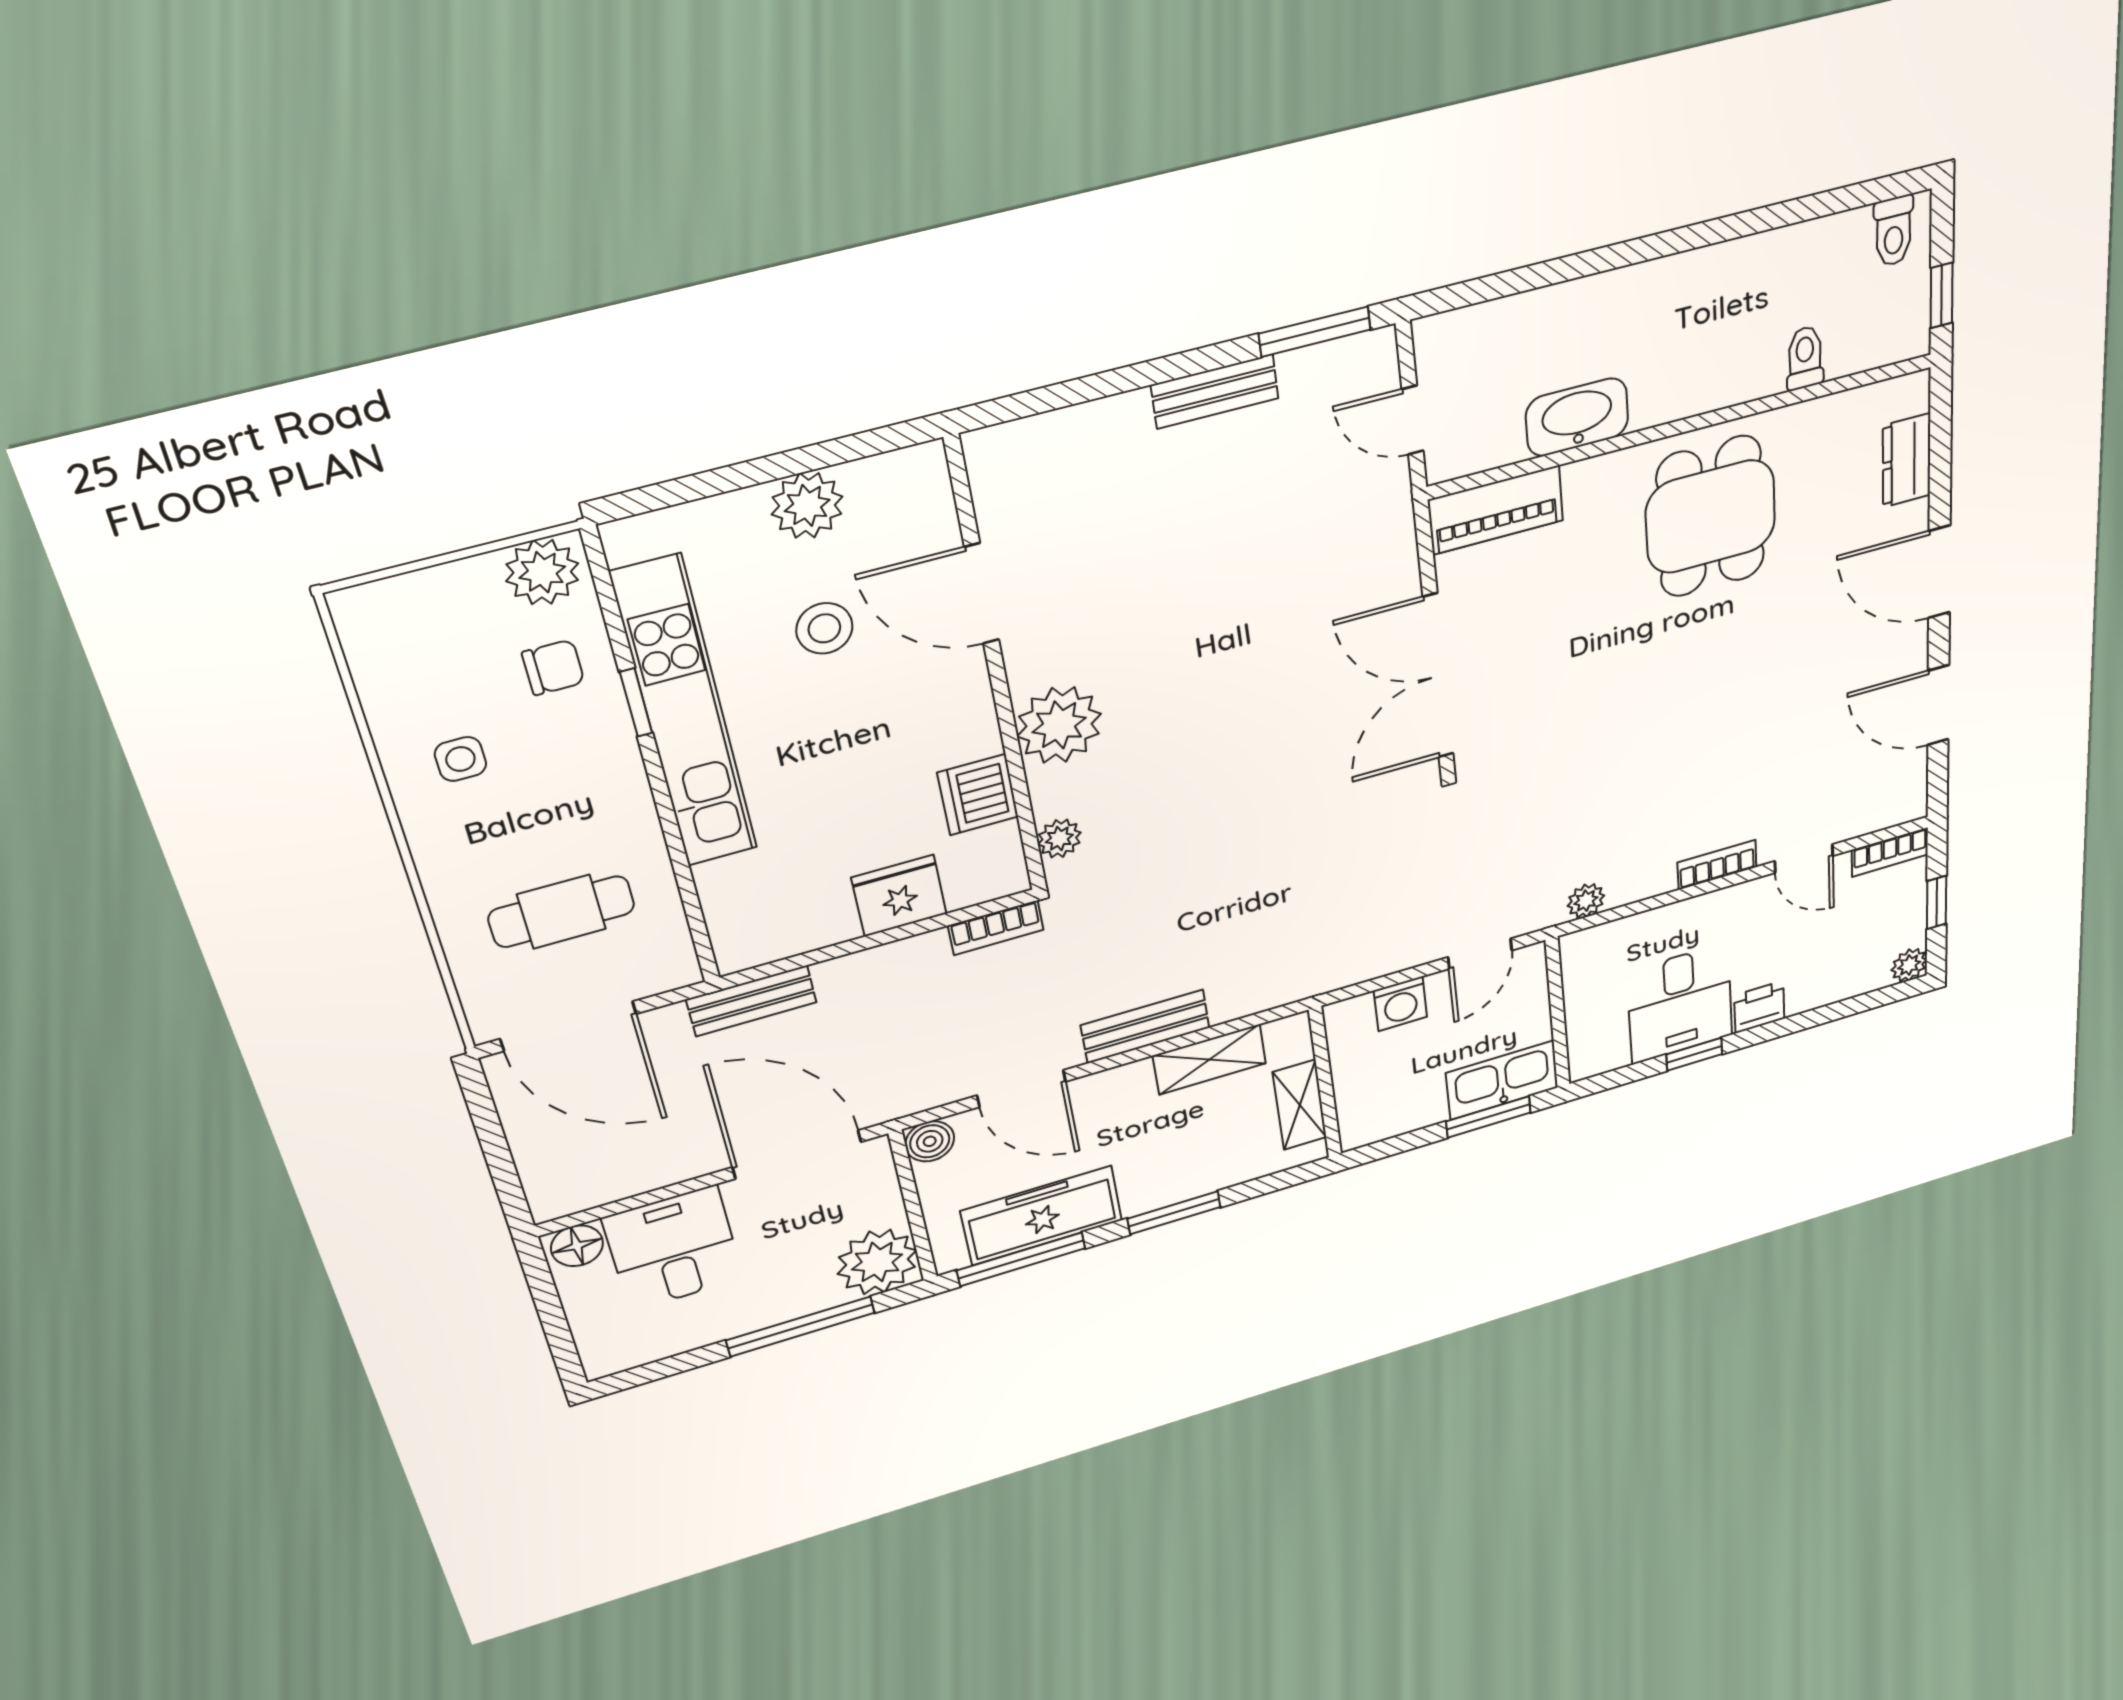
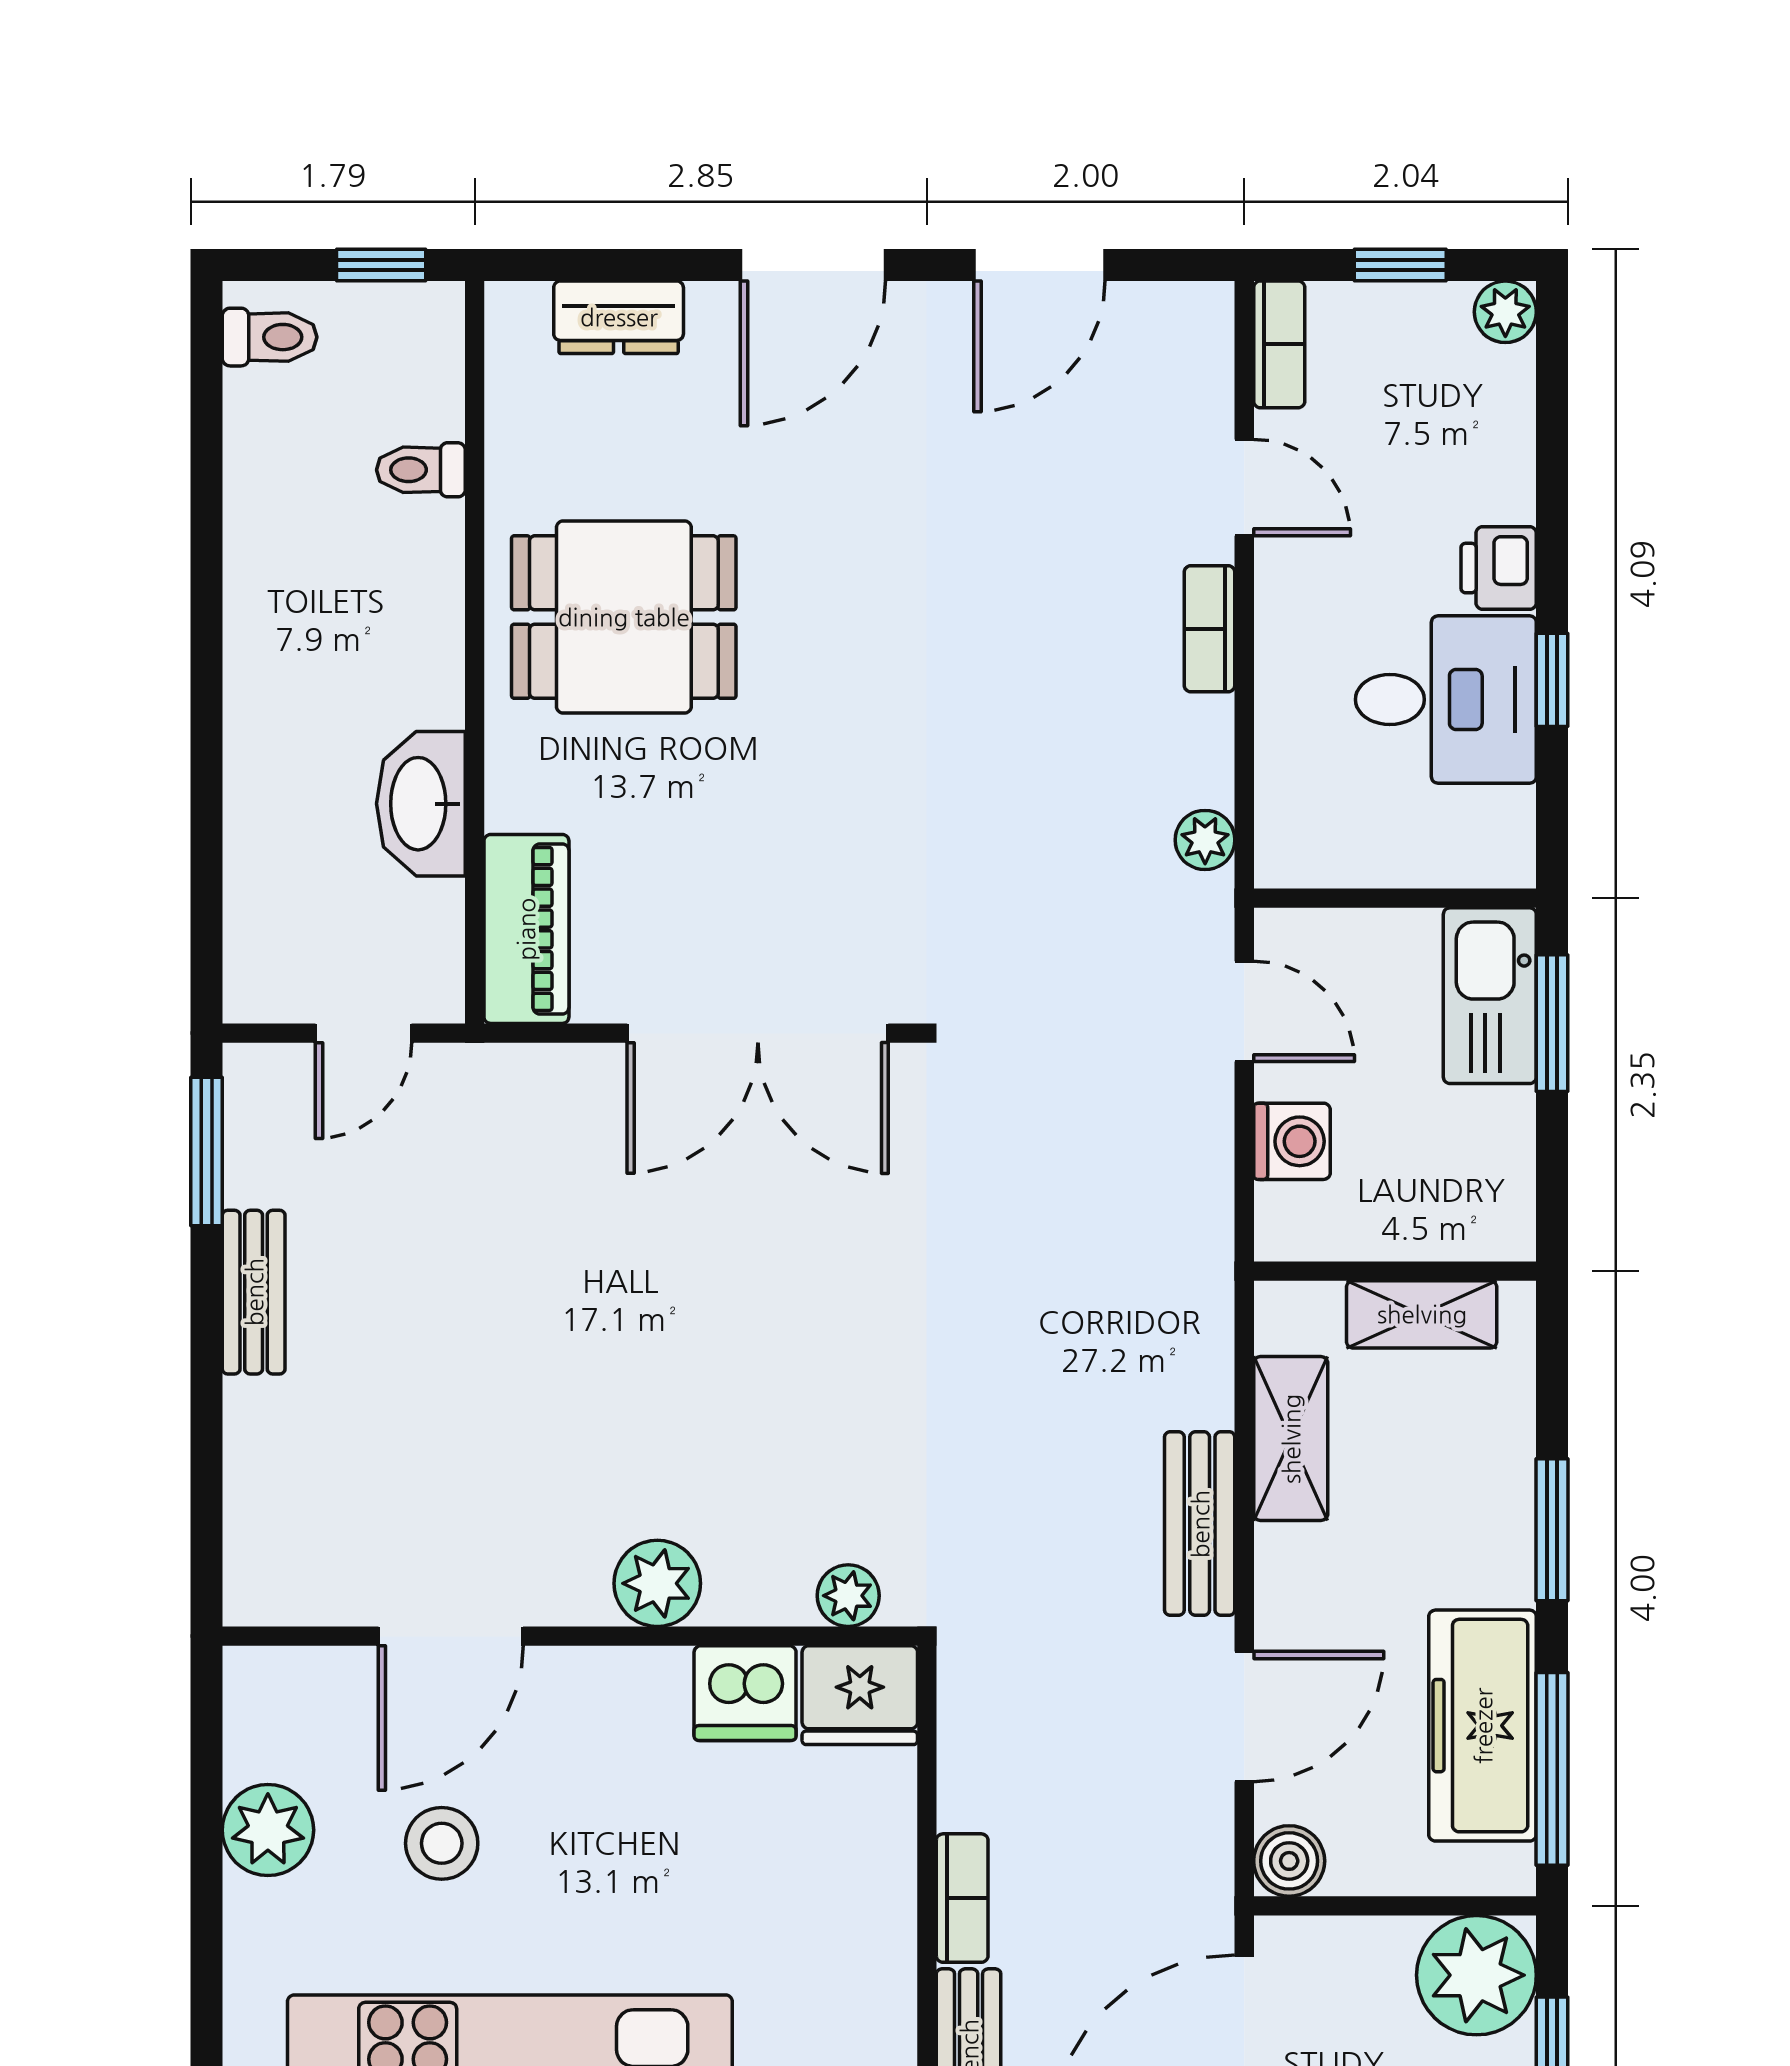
plant: (1059, 725) -> (657, 1583), width x0.73, depth x0.73
door: (1804, 859) -> (1244, 488), hinge flipped
fridge: (899, 896) -> (860, 1695), moved, turned -90
bookcase: (996, 928) -> (962, 1898), moved

